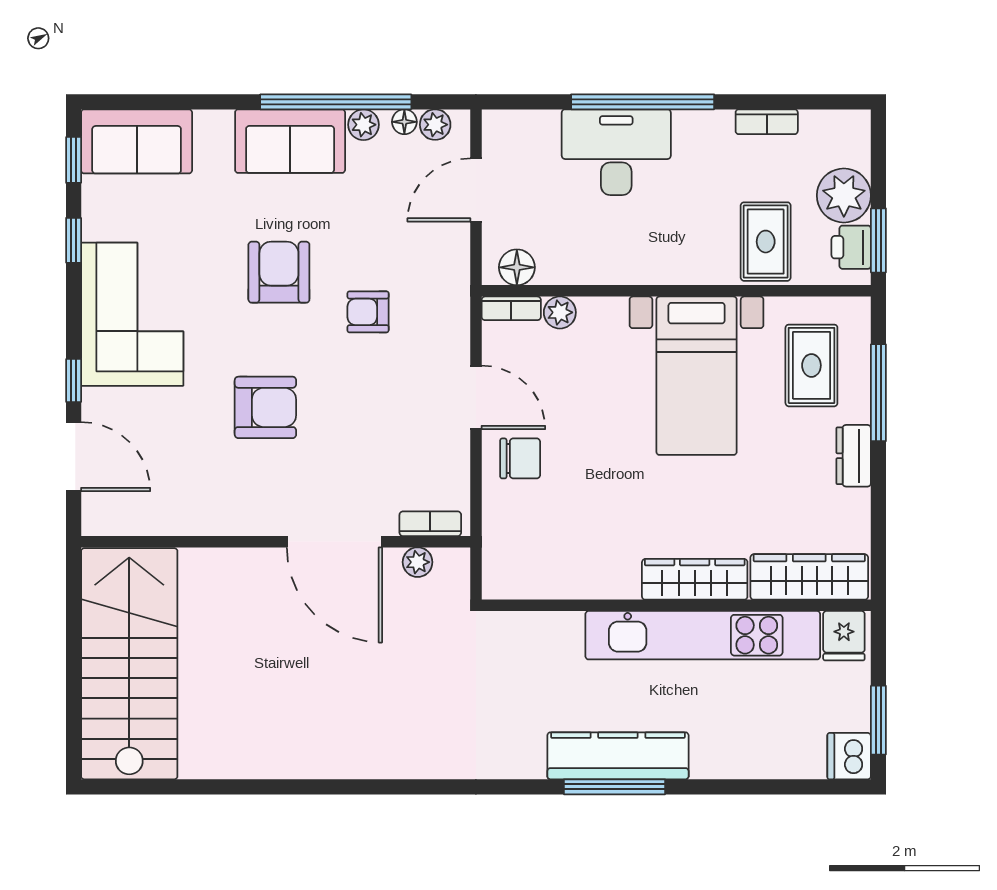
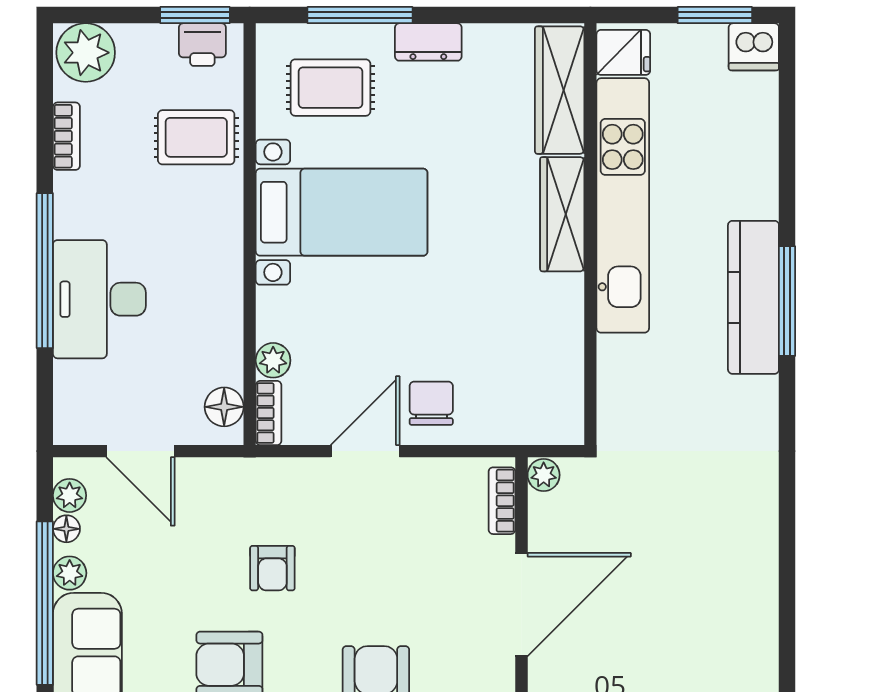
plant: (844, 195) -> (86, 53), moved
plant: (418, 562) -> (544, 475), moved

